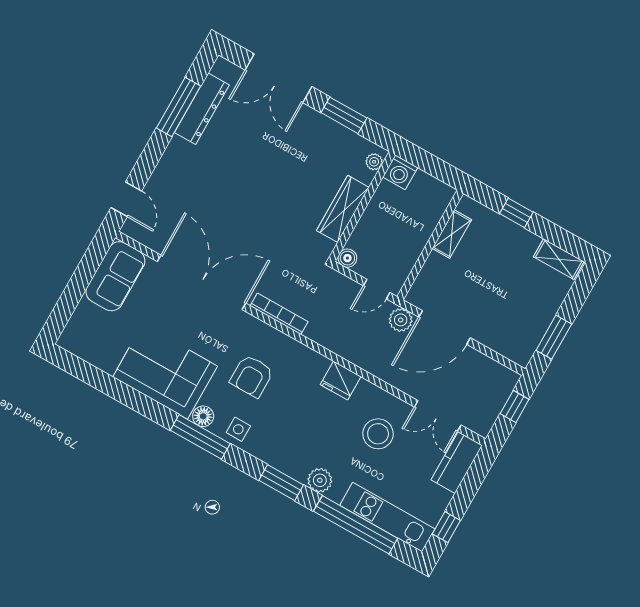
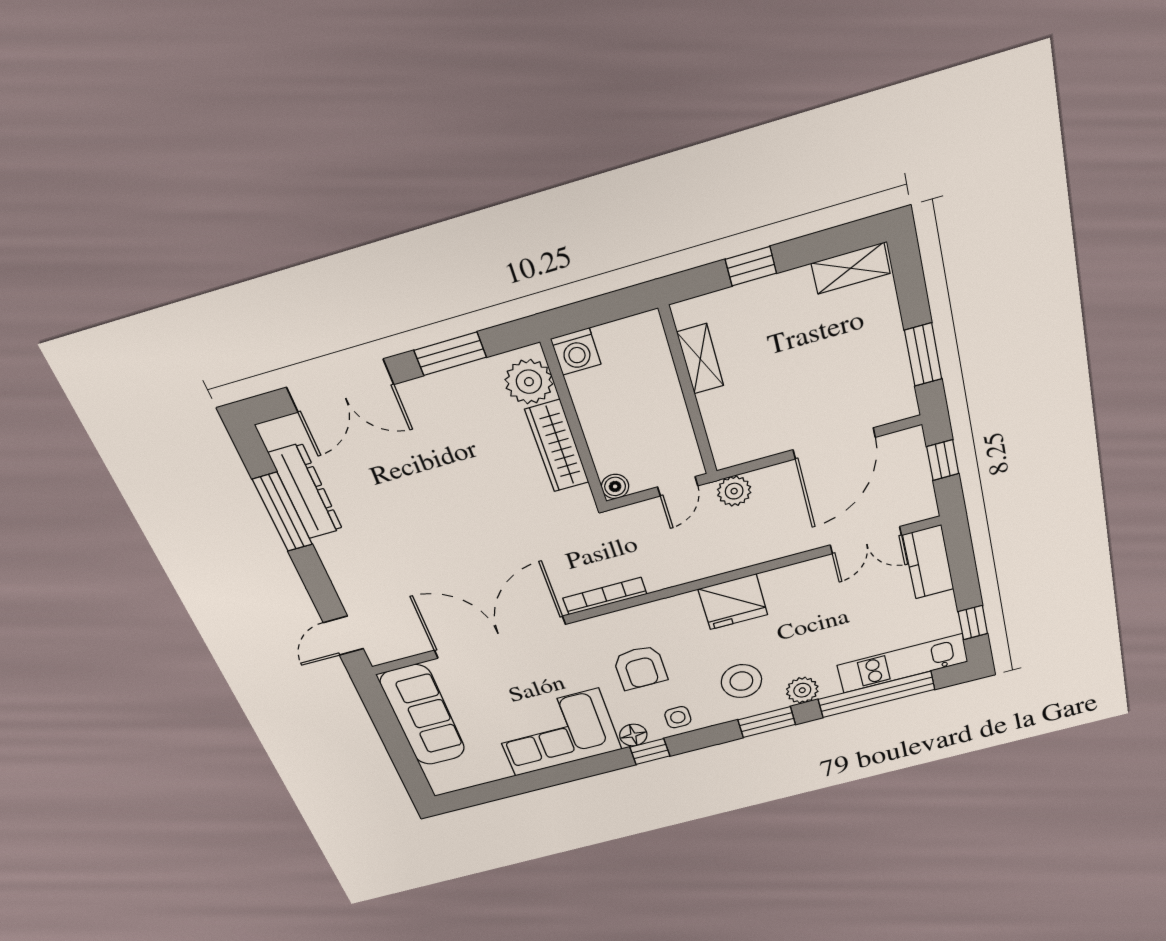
plant: (374, 162) -> (529, 382), width x1.88, depth x1.88
door: (126, 199) -> (343, 636), swing flipped
sofa: (115, 276) -> (423, 715), width x1.36
door: (445, 327) -> (834, 443), moved
fridge: (341, 381) -> (733, 602), width x1.36, depth x1.34
stool: (378, 434) -> (741, 681), moved
window: (200, 437) -> (650, 752), width x0.46

